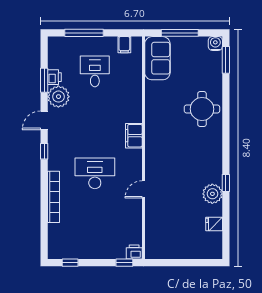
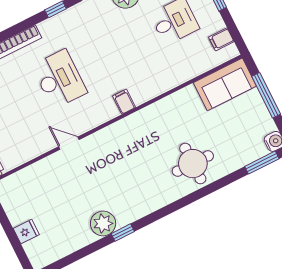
filing cabinet: (134, 136) -> (124, 102), width x0.50
fridge: (214, 224) -> (26, 232), moved, turned 90

